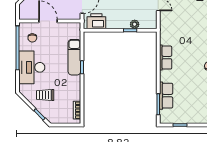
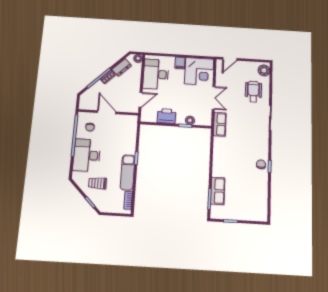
printer: (96, 21) -> (166, 116), moved
exam couch: (74, 57) -> (128, 172), moved
row of seats: (166, 58) -> (220, 124), moved

